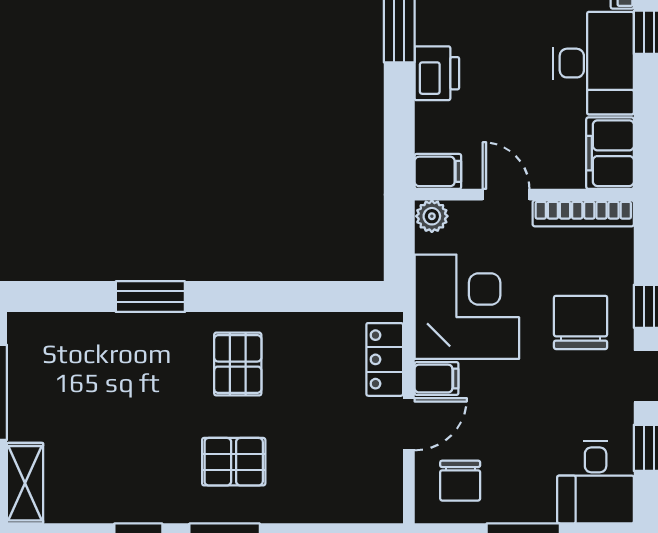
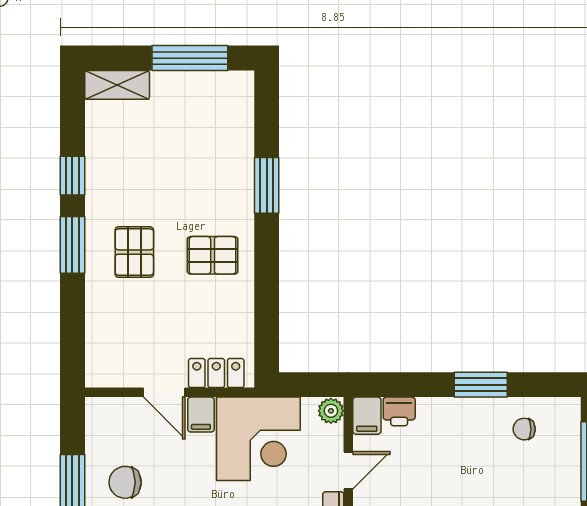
printer: (437, 73) -> (399, 411), moved, width x0.73, depth x0.81
chair: (460, 481) -> (125, 482), moved

